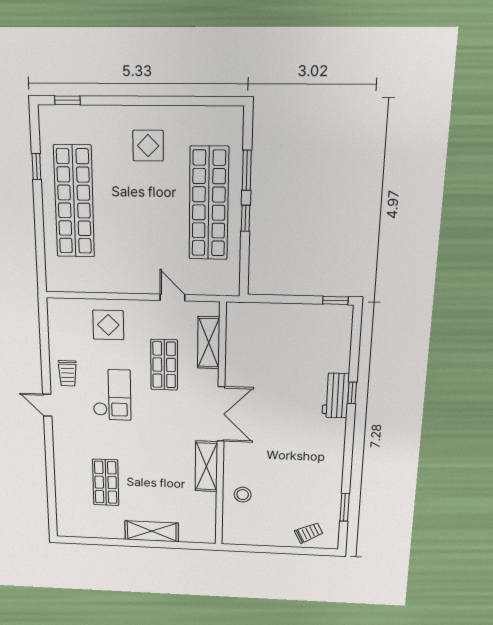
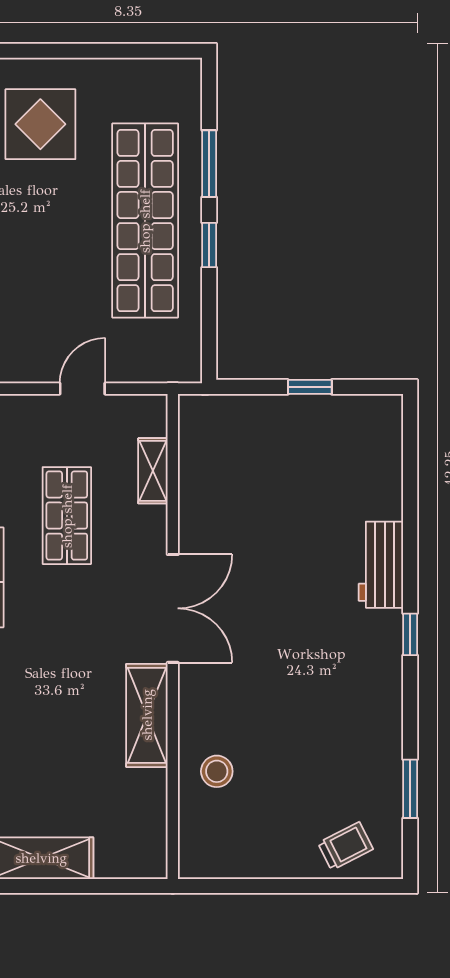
display table: (148, 146) -> (40, 124), width x1.36, depth x1.36
door: (173, 298) -> (82, 389), hinge flipped
window: (335, 300) -> (310, 387), moved
shelving: (209, 343) -> (153, 471), width x0.67, depth x0.75
window: (352, 393) -> (410, 634), moved

